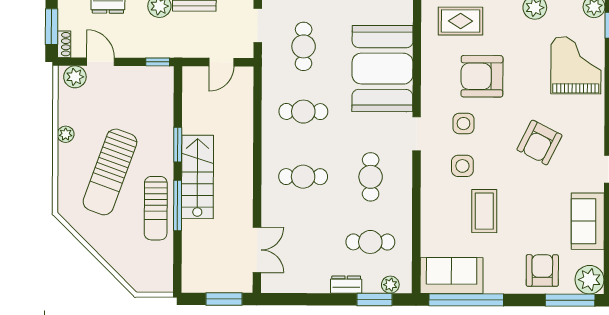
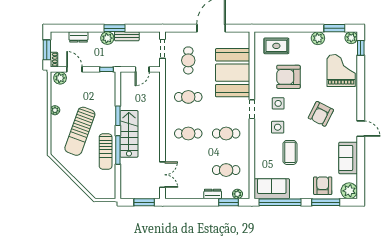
cafe table: (371, 177) -> (226, 133), turned 90
window: (570, 300) -> (326, 202), moved

